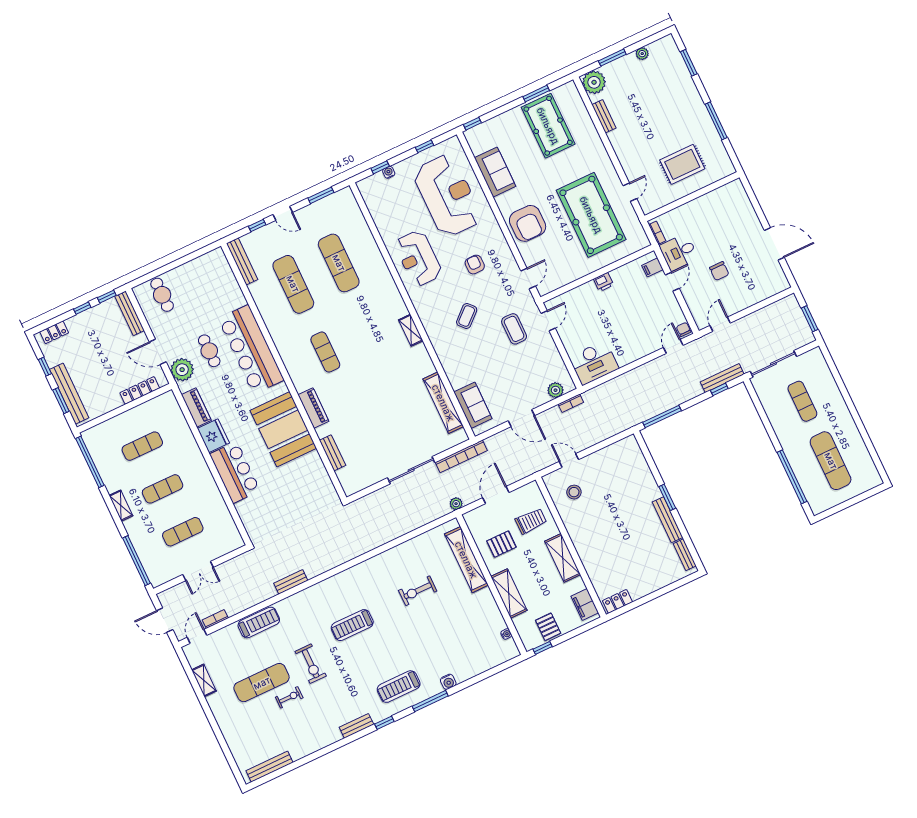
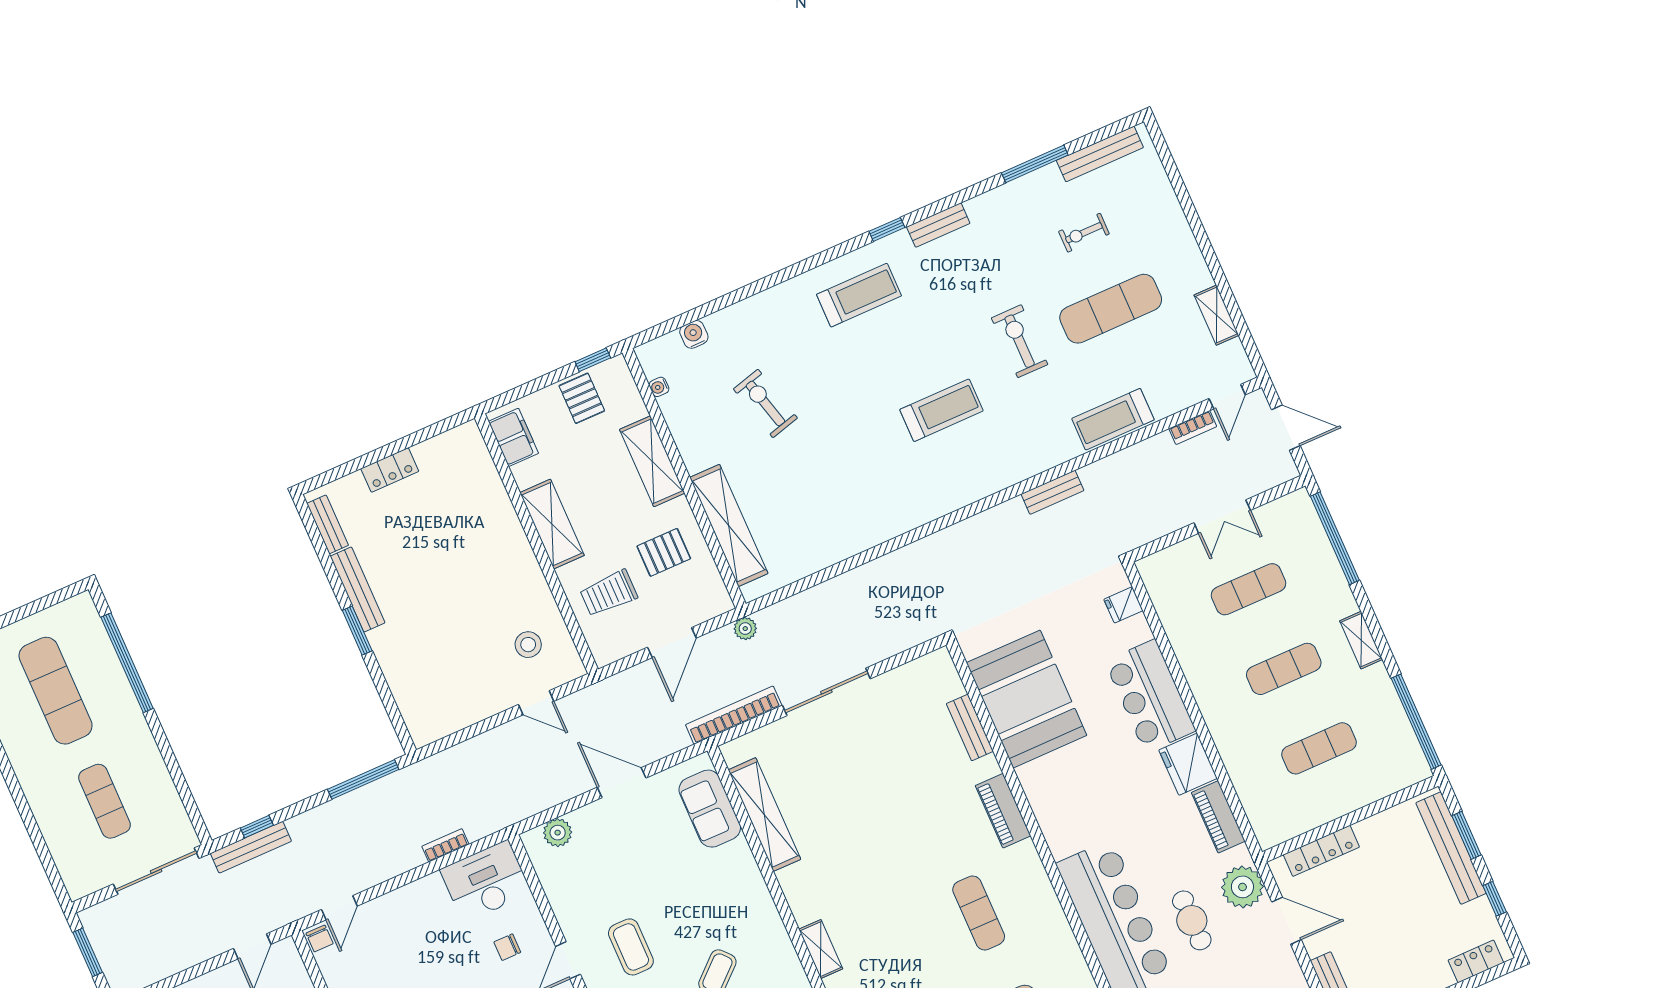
chair: (581, 327) -> (507, 947), added
bookcase: (571, 403) -> (445, 845), moved
booth: (283, 429) -> (1026, 699), moved
fridge: (251, 522) -> (1123, 605), added
double door: (198, 571) -> (1222, 517), swing flipped
exercise bike: (418, 591) -> (765, 403), moved, turned -105
locker: (617, 601) -> (390, 470), moved
water cooler: (448, 682) -> (694, 334), moved
exercise bike: (289, 697) -> (1084, 233), moved
window: (430, 701) -> (1035, 164), moved

